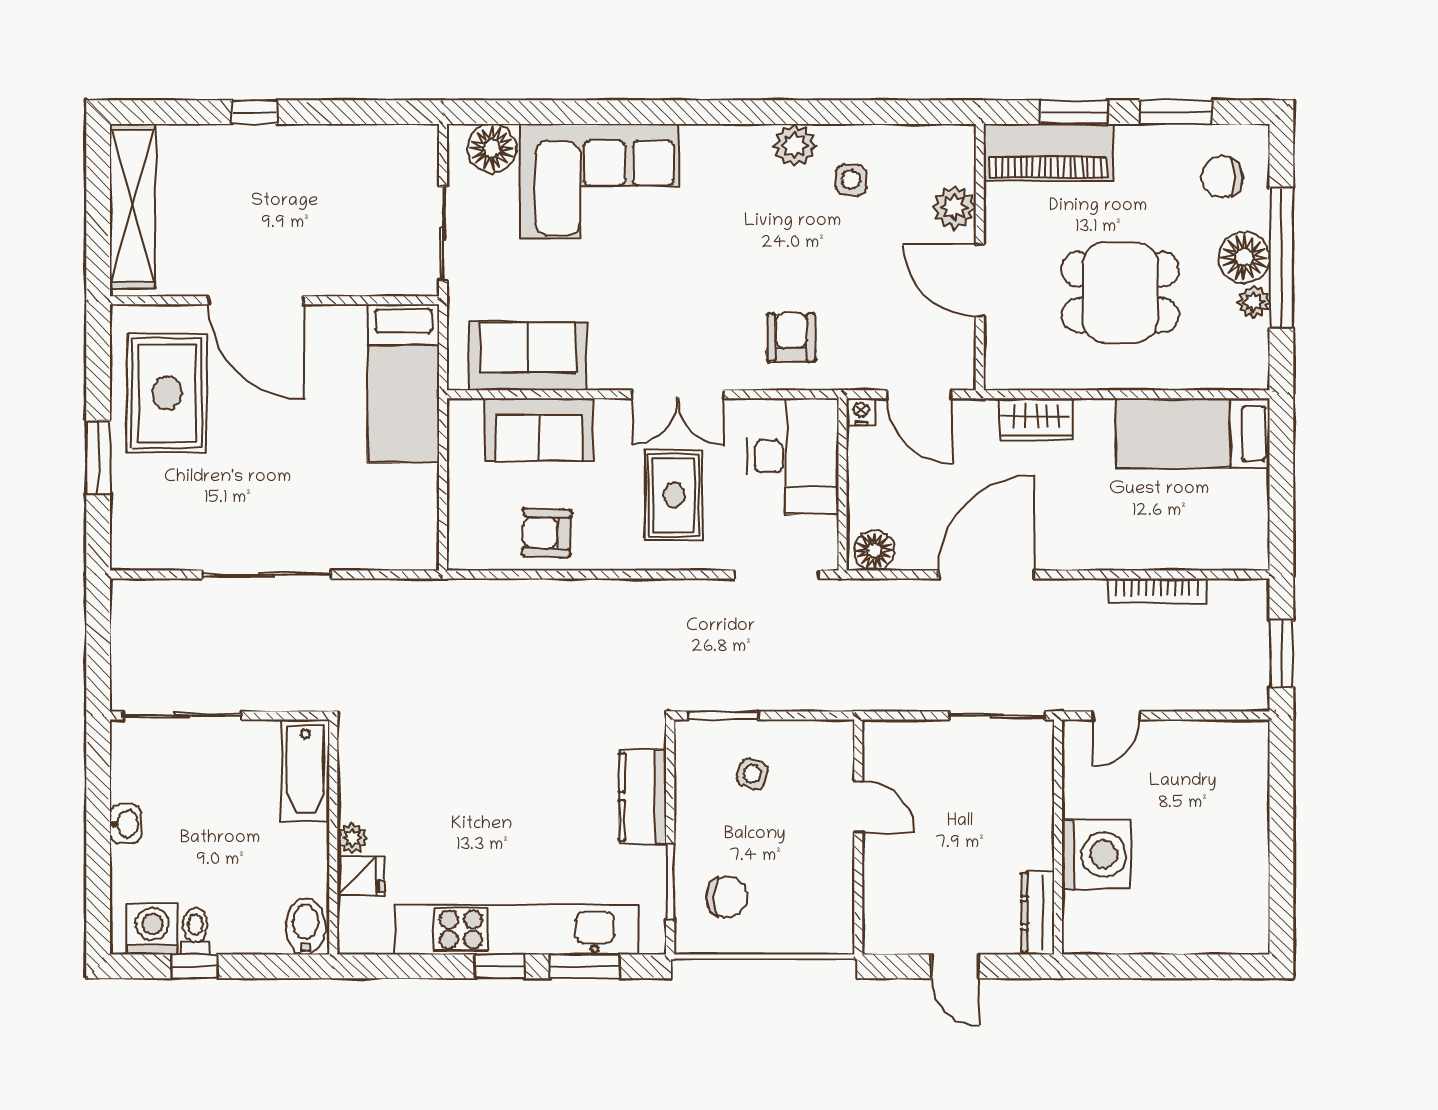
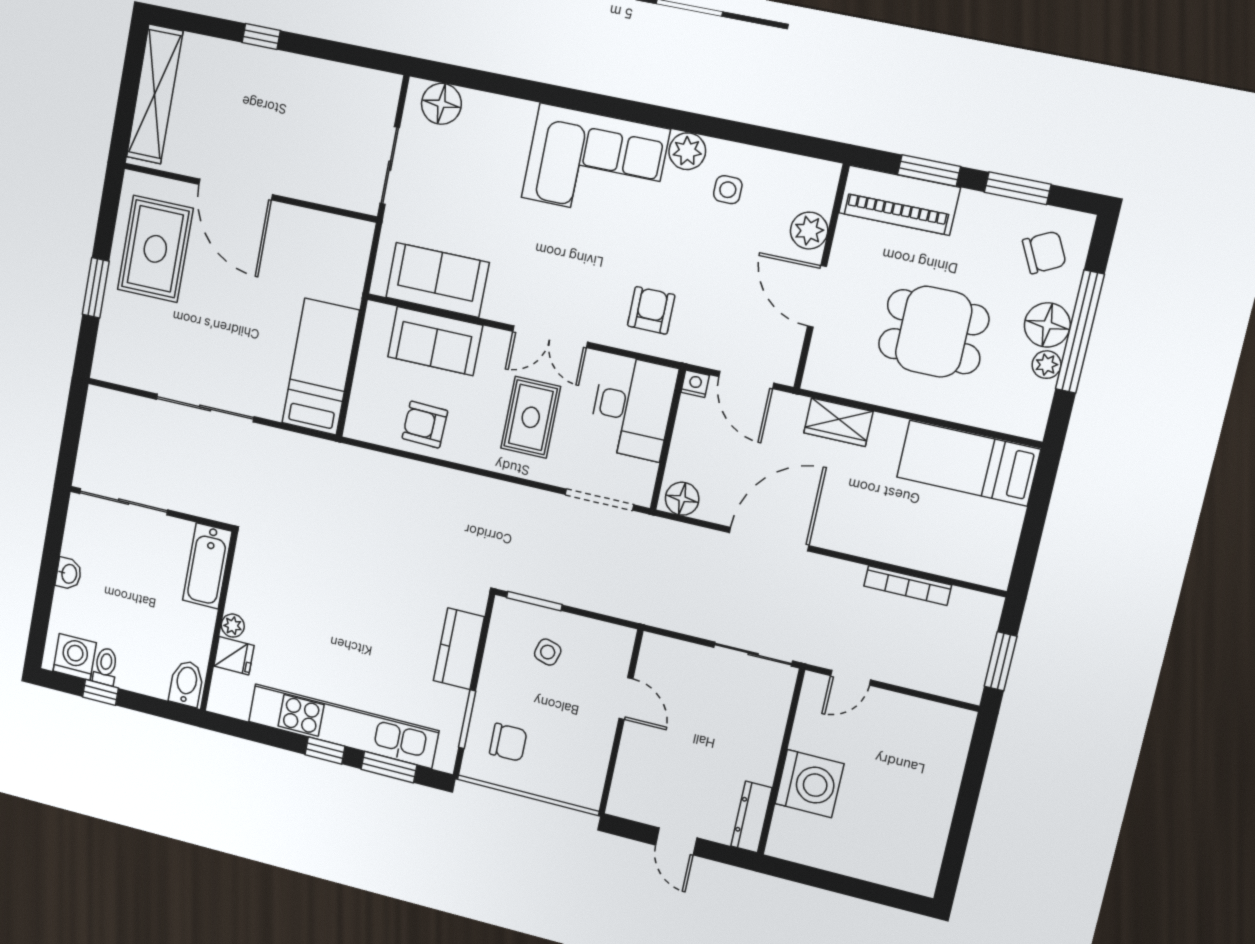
chair: (1222, 177) -> (1044, 252), turned 153
corner sofa: (599, 181) -> (595, 163), moved
bed: (403, 383) -> (321, 367), moved, turned 180

